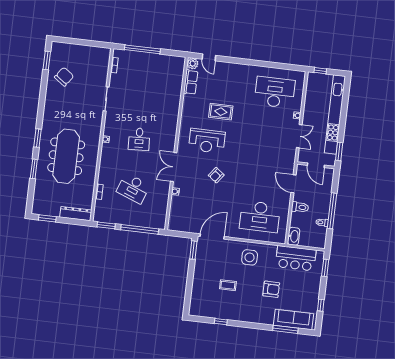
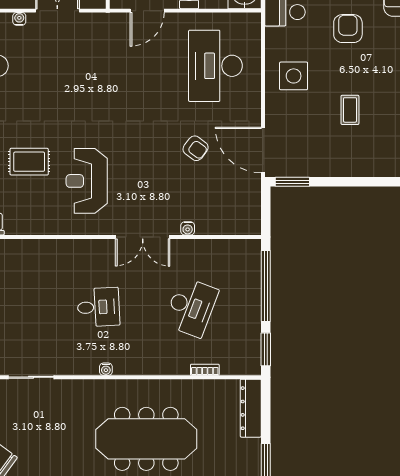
rug: (221, 112) -> (29, 162), turned 90
reception desk: (207, 141) -> (87, 181), turned 180
armchair: (216, 175) -> (196, 148), moved
desk: (260, 217) -> (215, 66), turned 180

